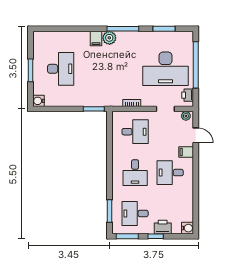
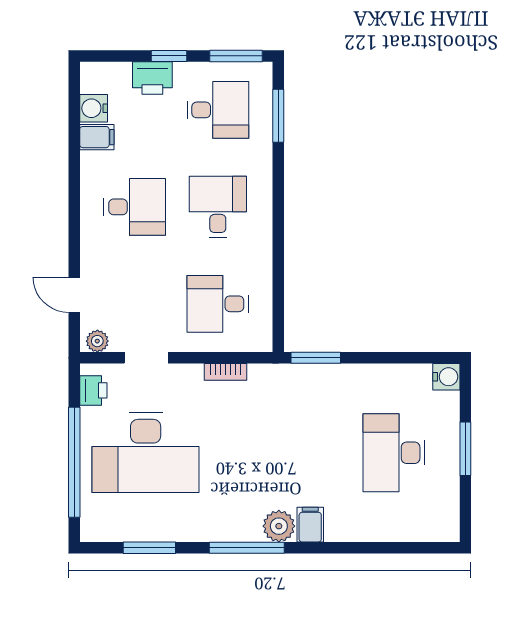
desk: (166, 69) -> (146, 453), turned 180
filing cabinet: (186, 152) -> (97, 137), moved
water cooler: (187, 228) -> (94, 108), moved

